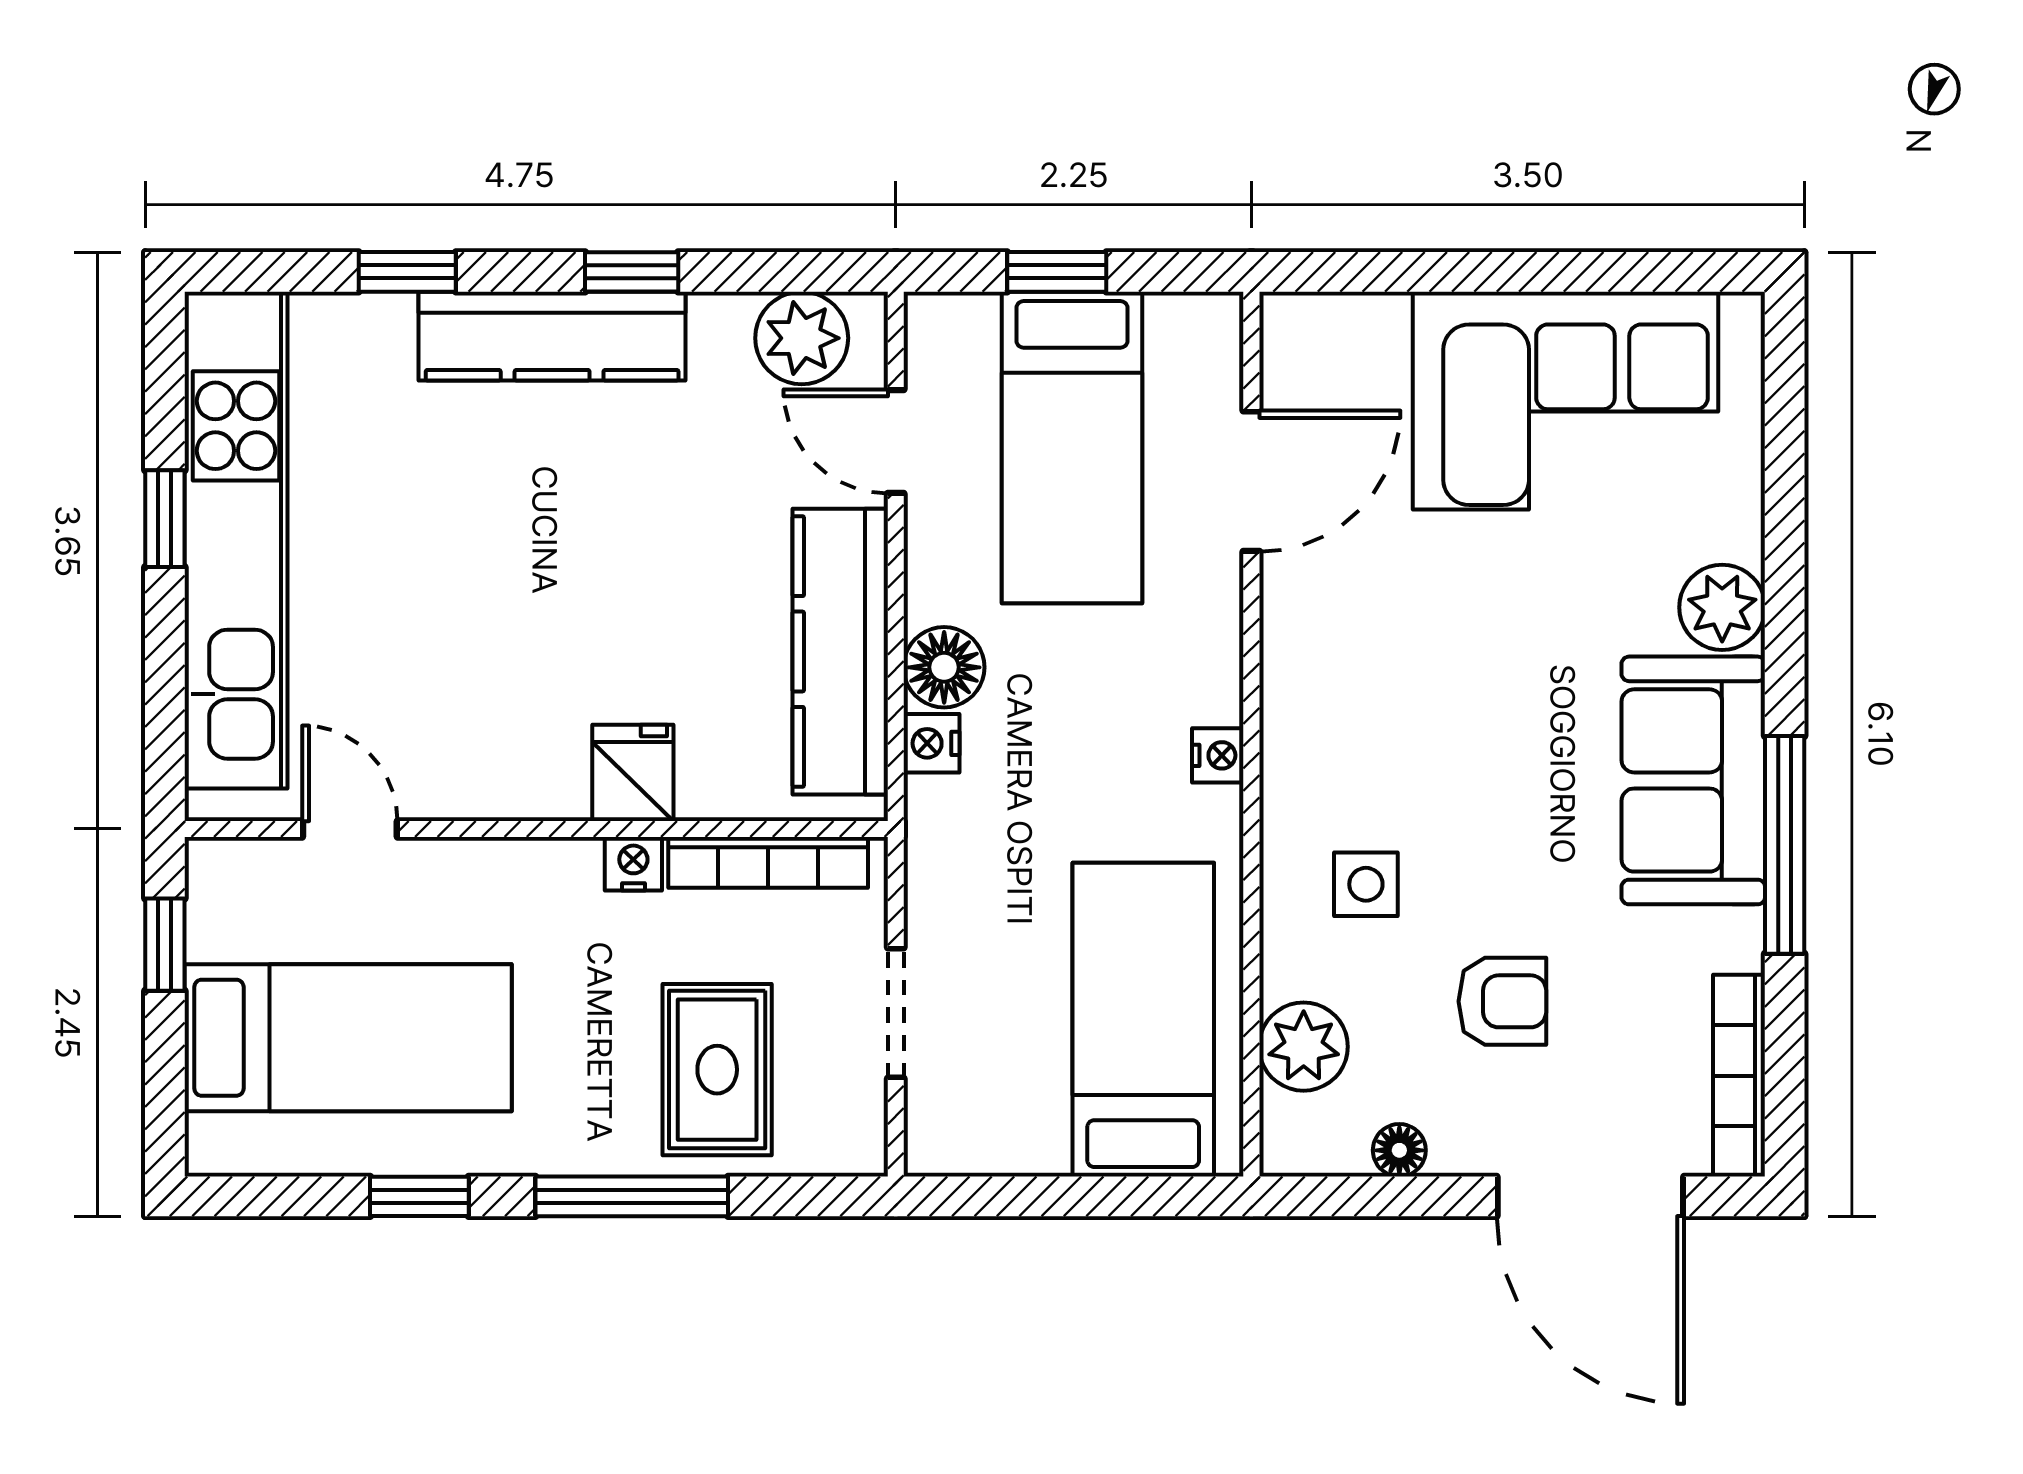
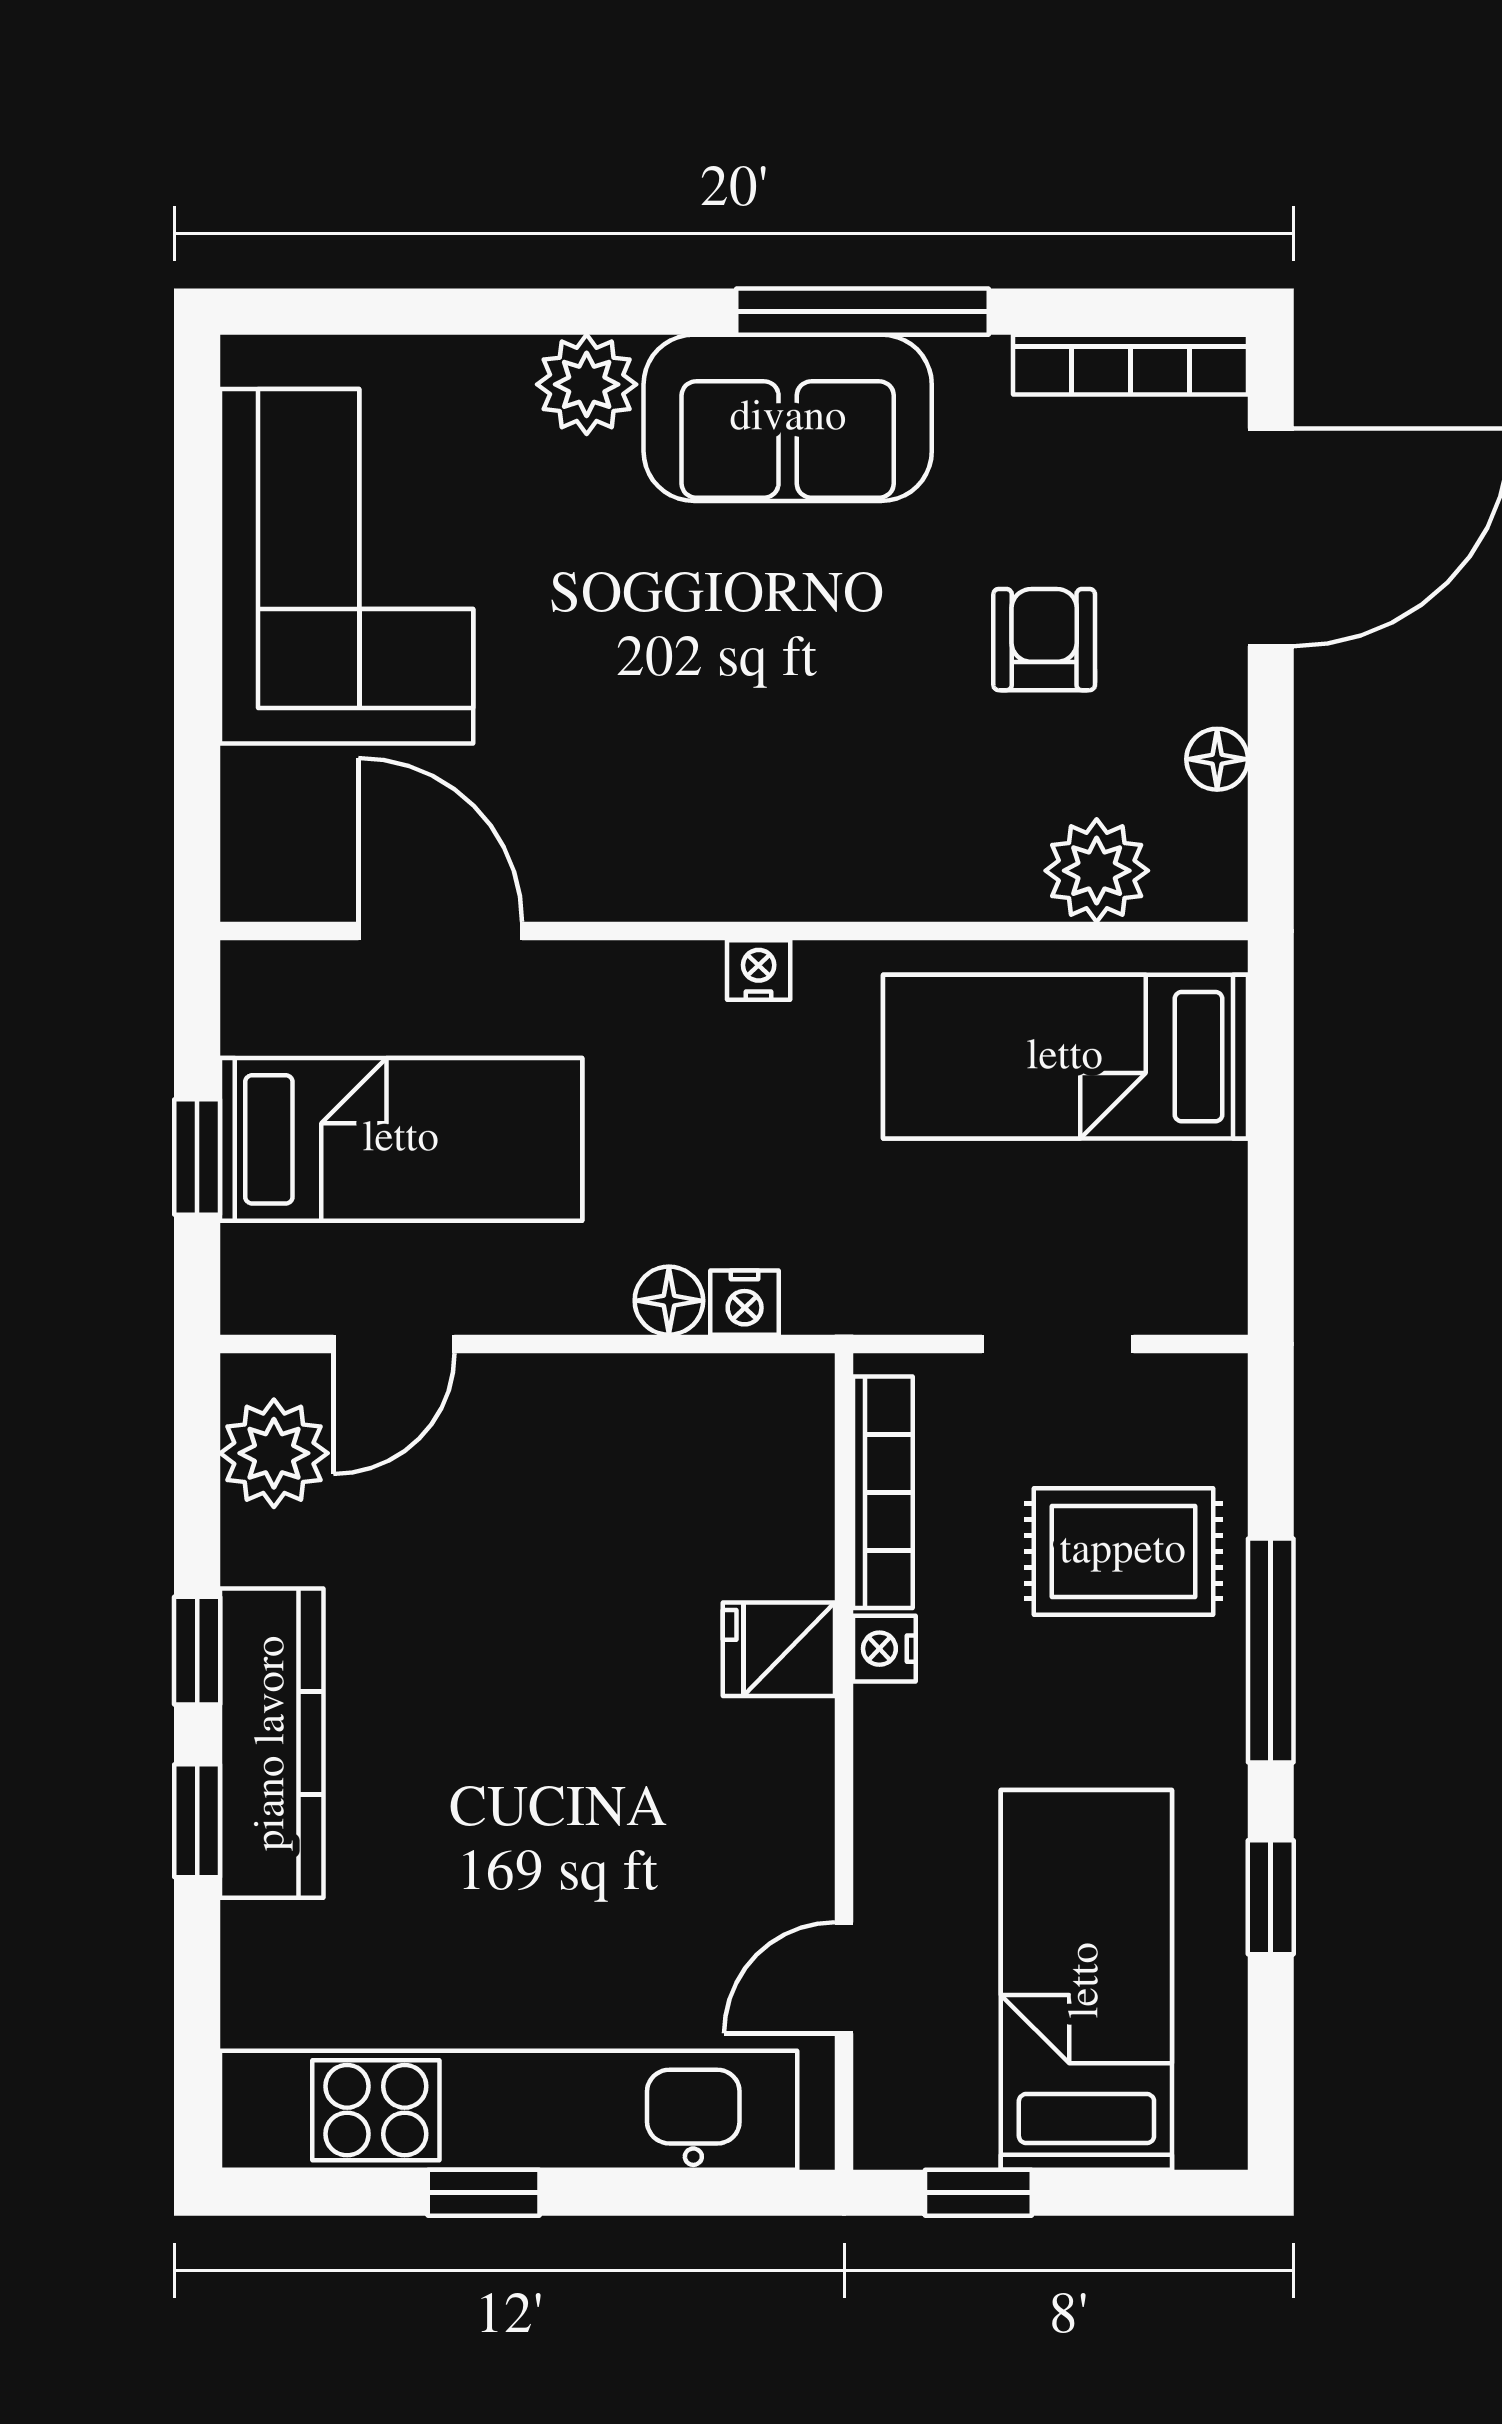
window: (407, 272) -> (197, 1821), moved
kitchen counter: (840, 652) -> (638, 1409), removed
floor lamp: (944, 667) -> (669, 1301), width x0.73, depth x0.73
side table: (1366, 884) -> (908, 798), removed

